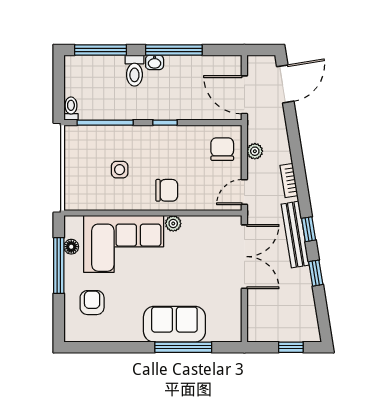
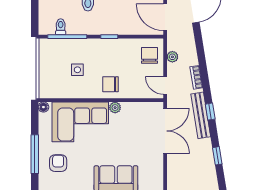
toilet: (71, 109) -> (61, 27), moved
chair: (167, 190) -> (111, 84), turned 180
door: (244, 192) -> (165, 86), hinge flipped
floor lamp: (71, 247) -> (43, 107), moved
window: (59, 266) -> (35, 154), moved
window: (316, 273) -> (217, 156), moved

